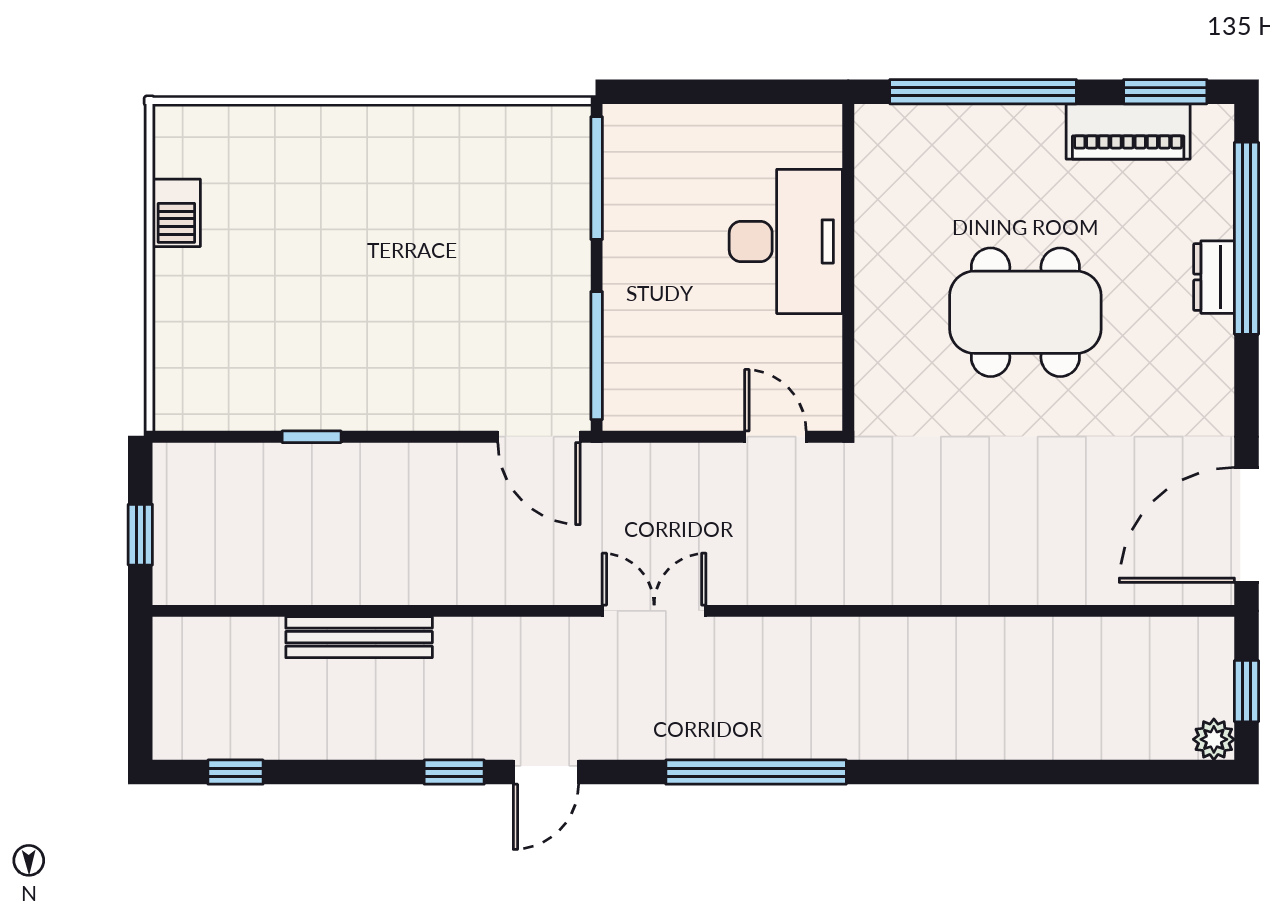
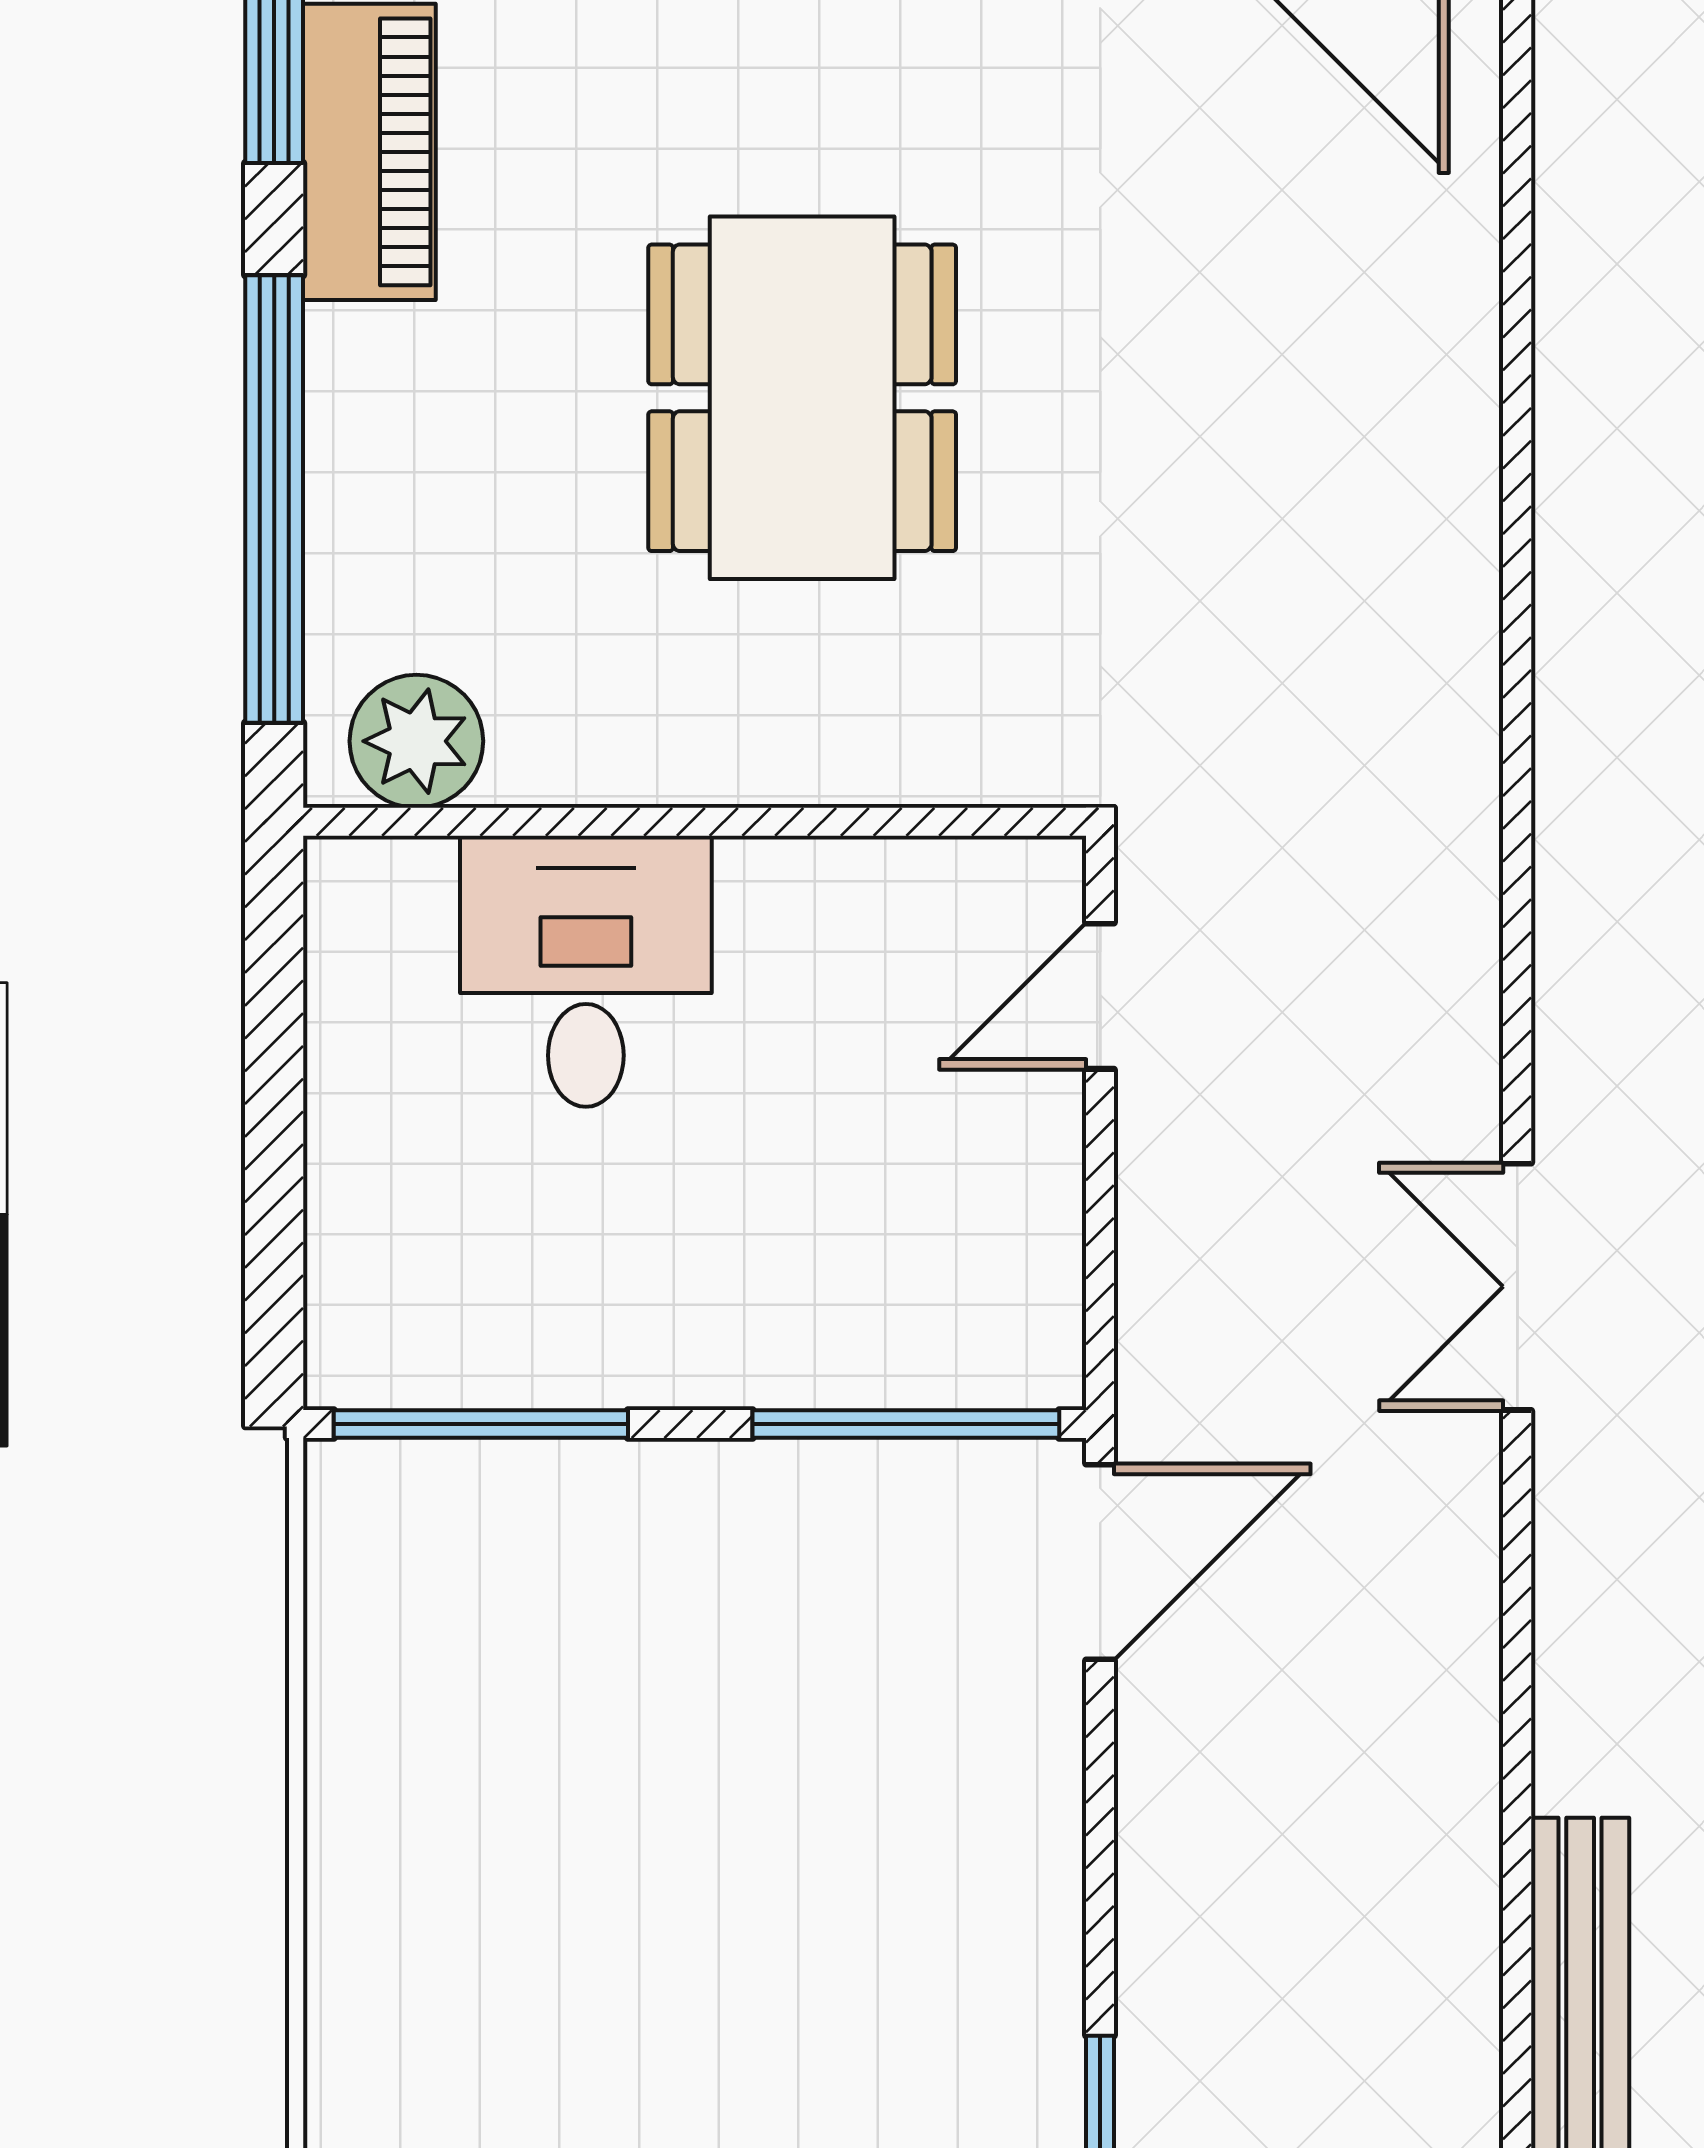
plant: (882, 151) -> (416, 741), added
desk: (786, 241) -> (586, 971), width x0.73

